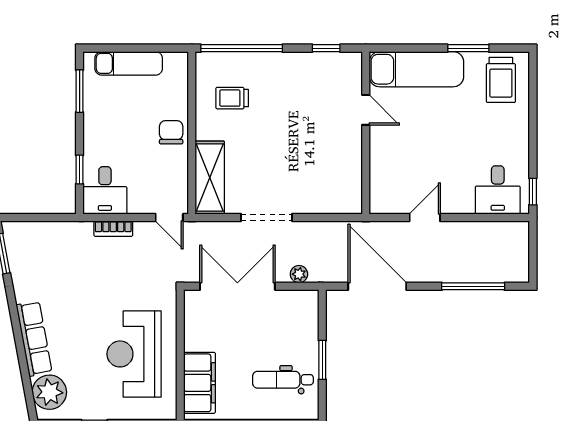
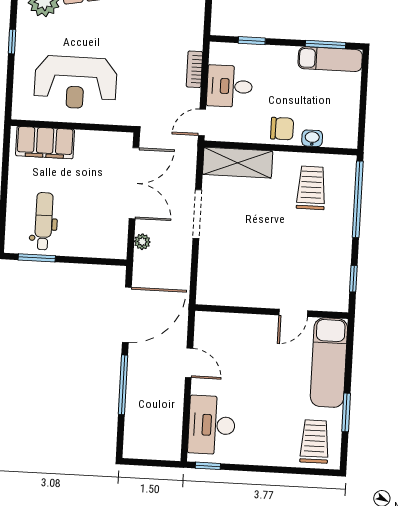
exam couch: (129, 63) -> (330, 59), moved, turned -90
trolley: (501, 80) -> (315, 441), turned 90
trolley: (232, 98) -> (311, 188), width x1.36, depth x1.39
washbasin: (180, 100) -> (312, 138), added
desk: (105, 190) -> (230, 86), moved
desk: (498, 190) -> (212, 425), width x1.37
window: (473, 286) -> (123, 385), moved
reception desk: (134, 354) -> (75, 82), turned 180
window: (322, 360) -> (37, 258), moved

